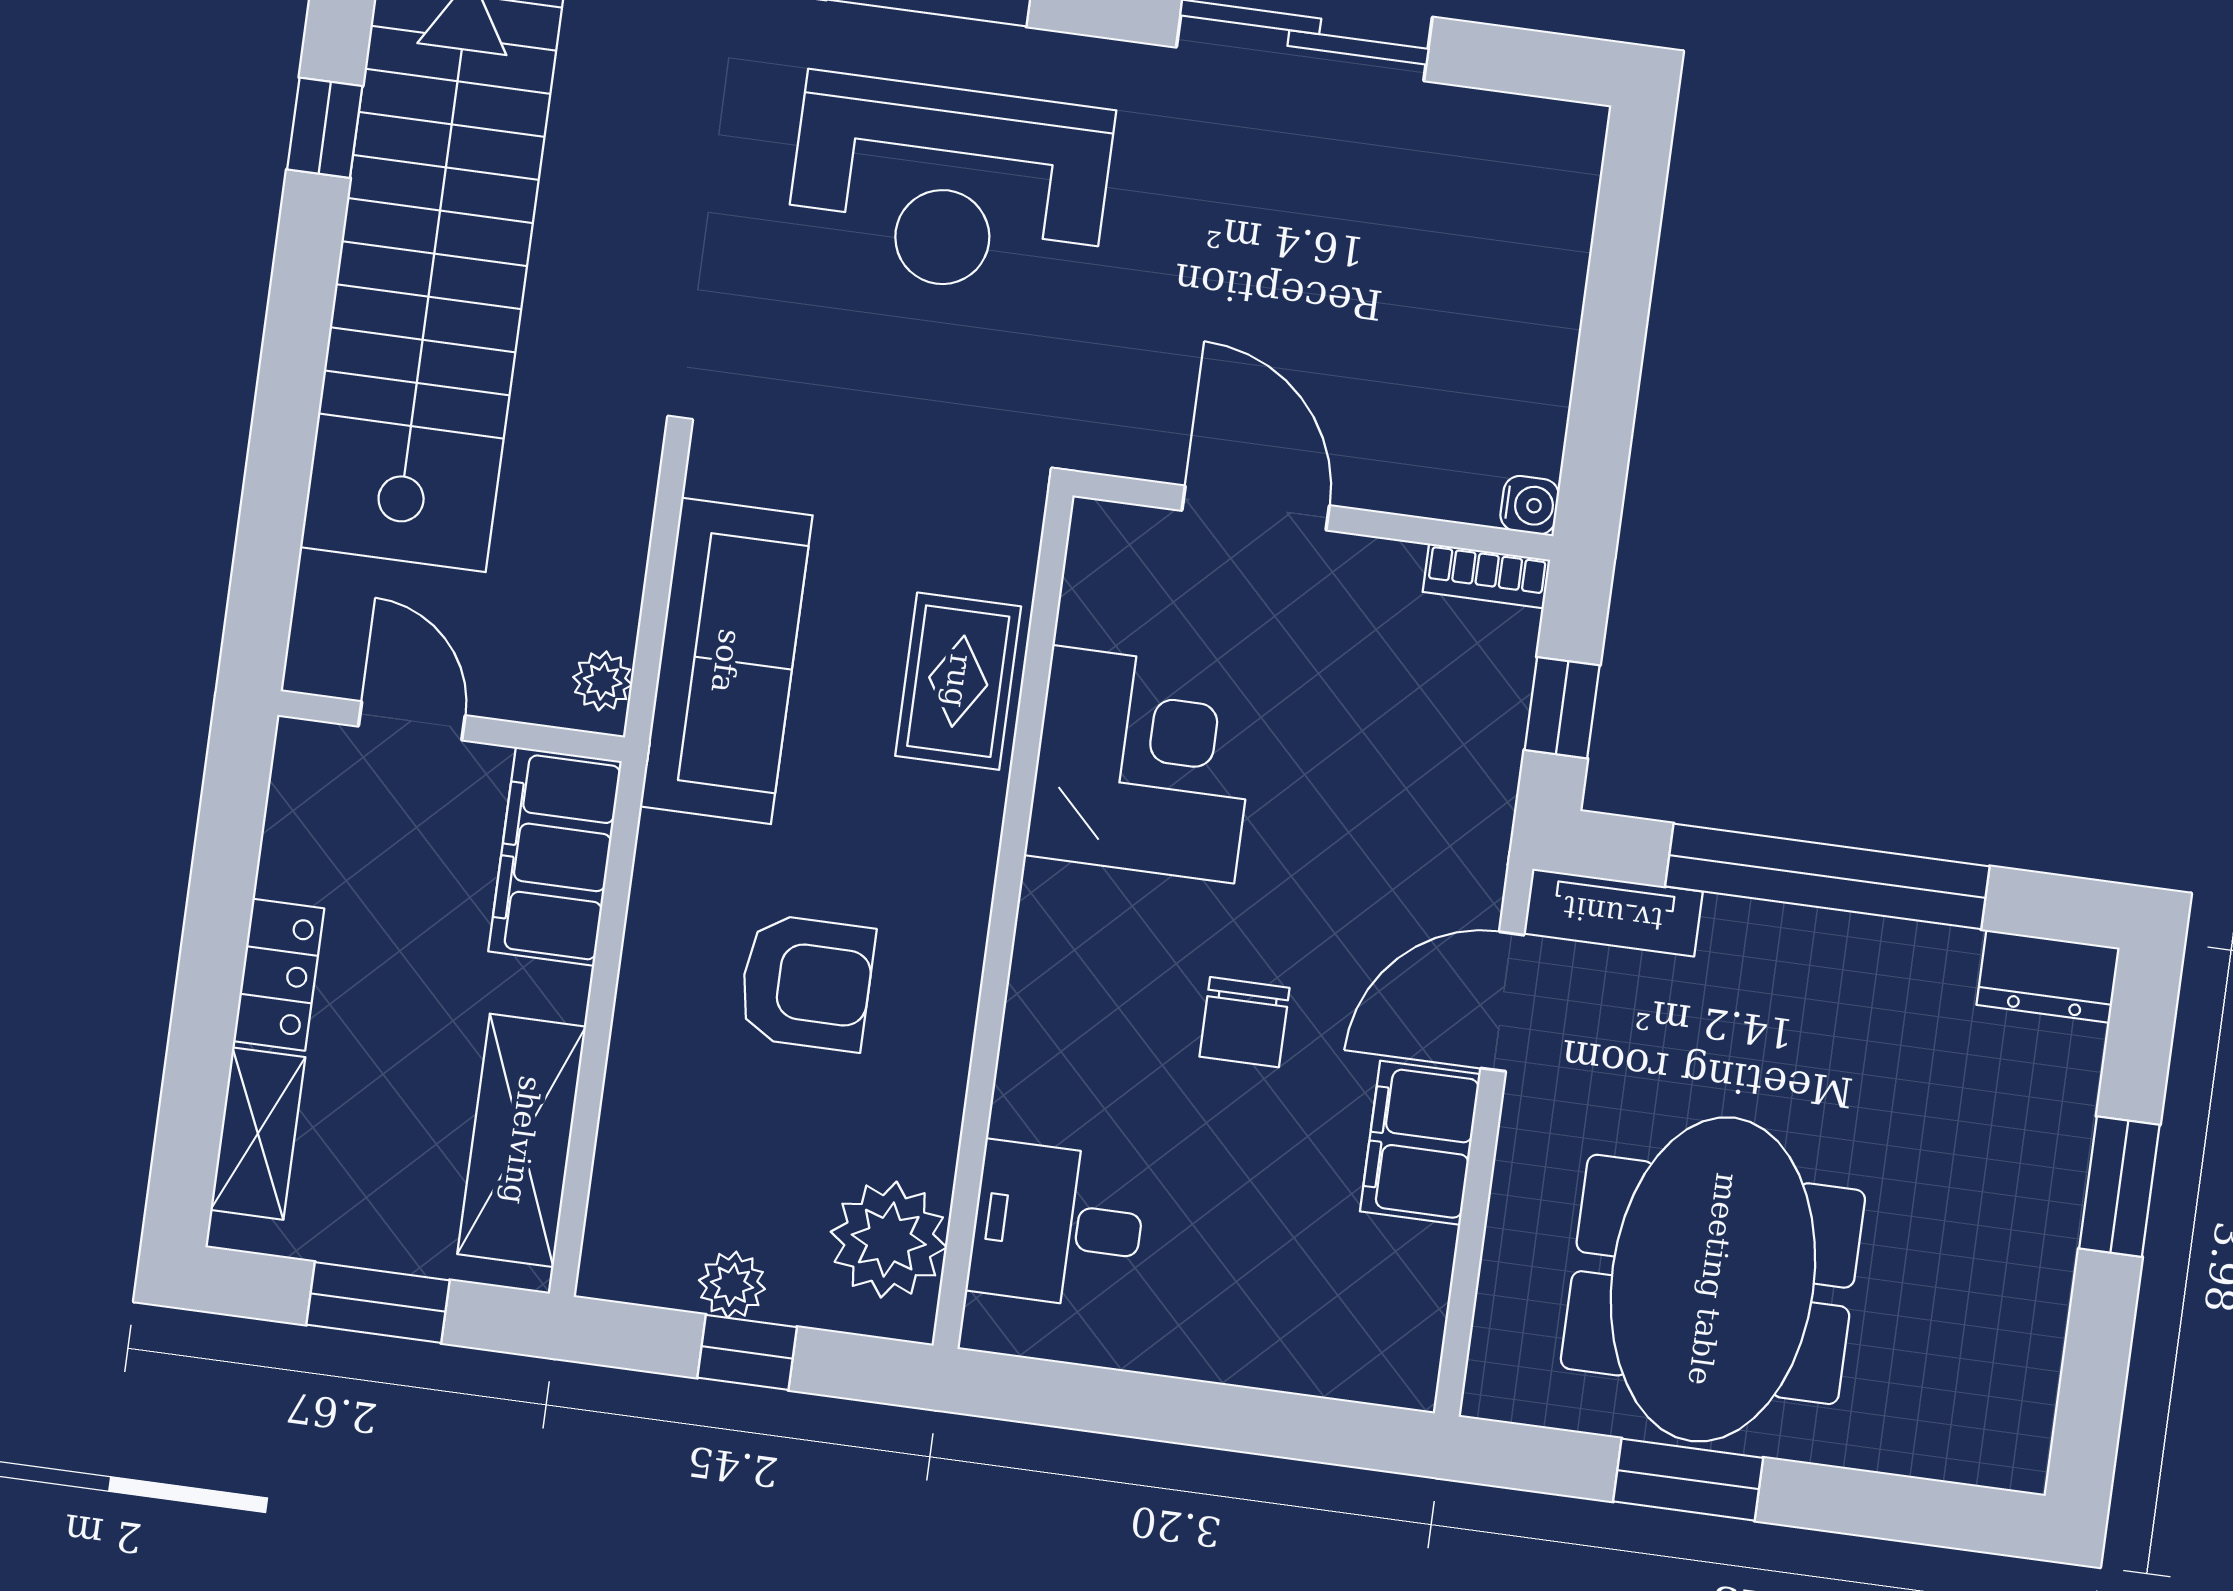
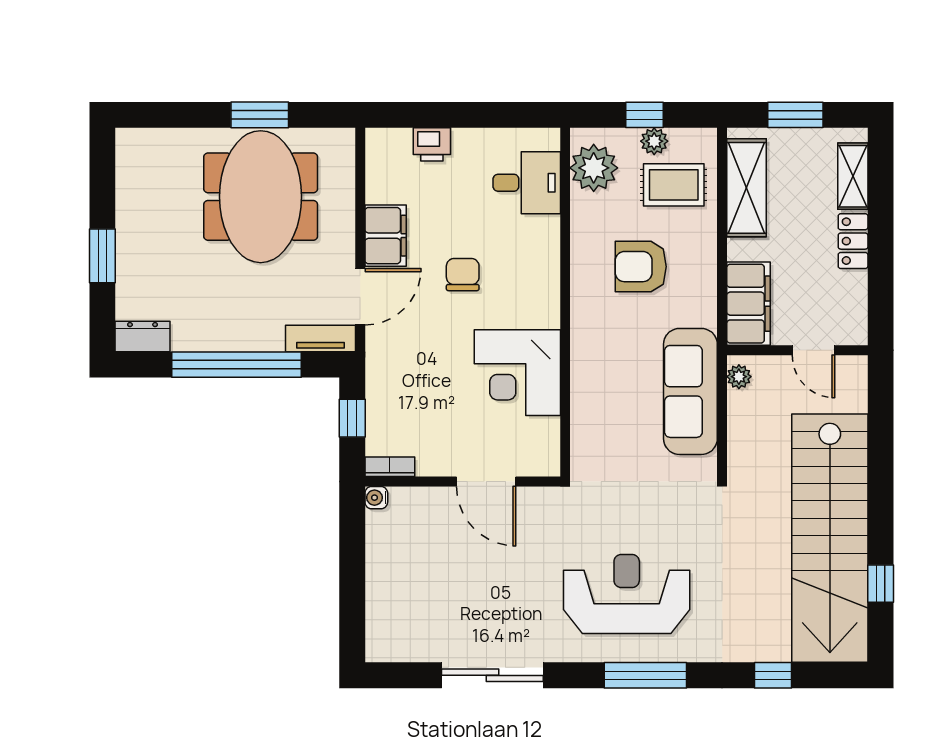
rug: (958, 681) -> (674, 185), moved, turned 90
printer: (1277, 1350) -> (432, 144), added

